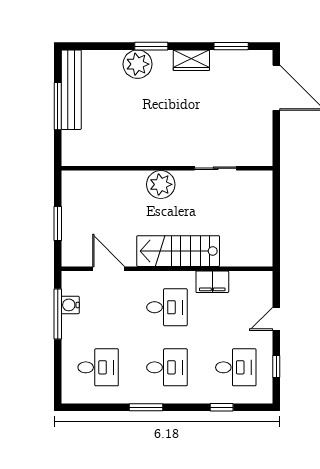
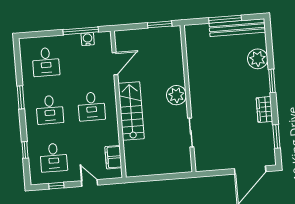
plant: (138, 64) -> (258, 59), moved
window: (58, 224) -> (160, 24), moved
filing cabinet: (212, 282) -> (113, 157), moved

